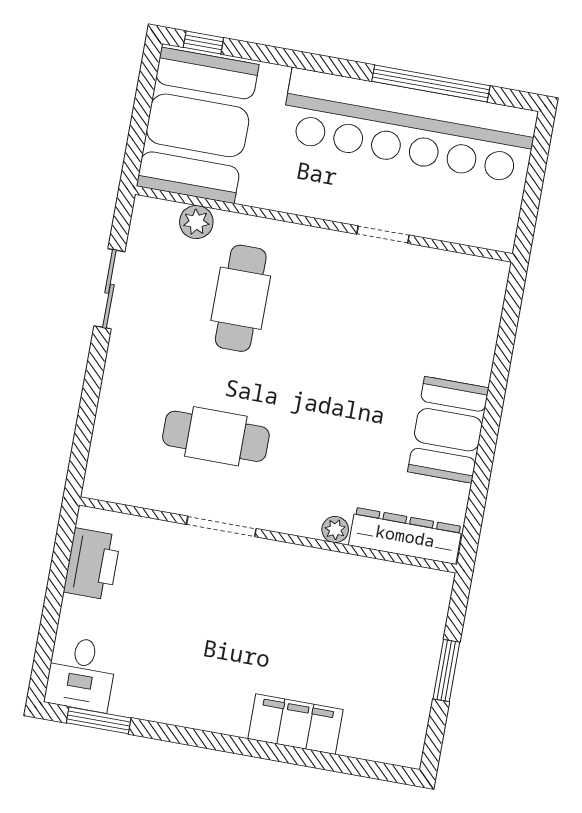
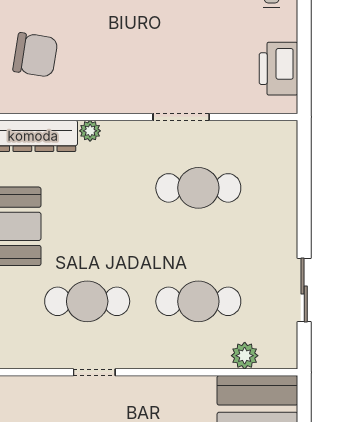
cafe table: (241, 298) -> (198, 301), turned 90
cafe table: (376, 323) -> (87, 301), added
chair: (385, 634) -> (35, 55), added

